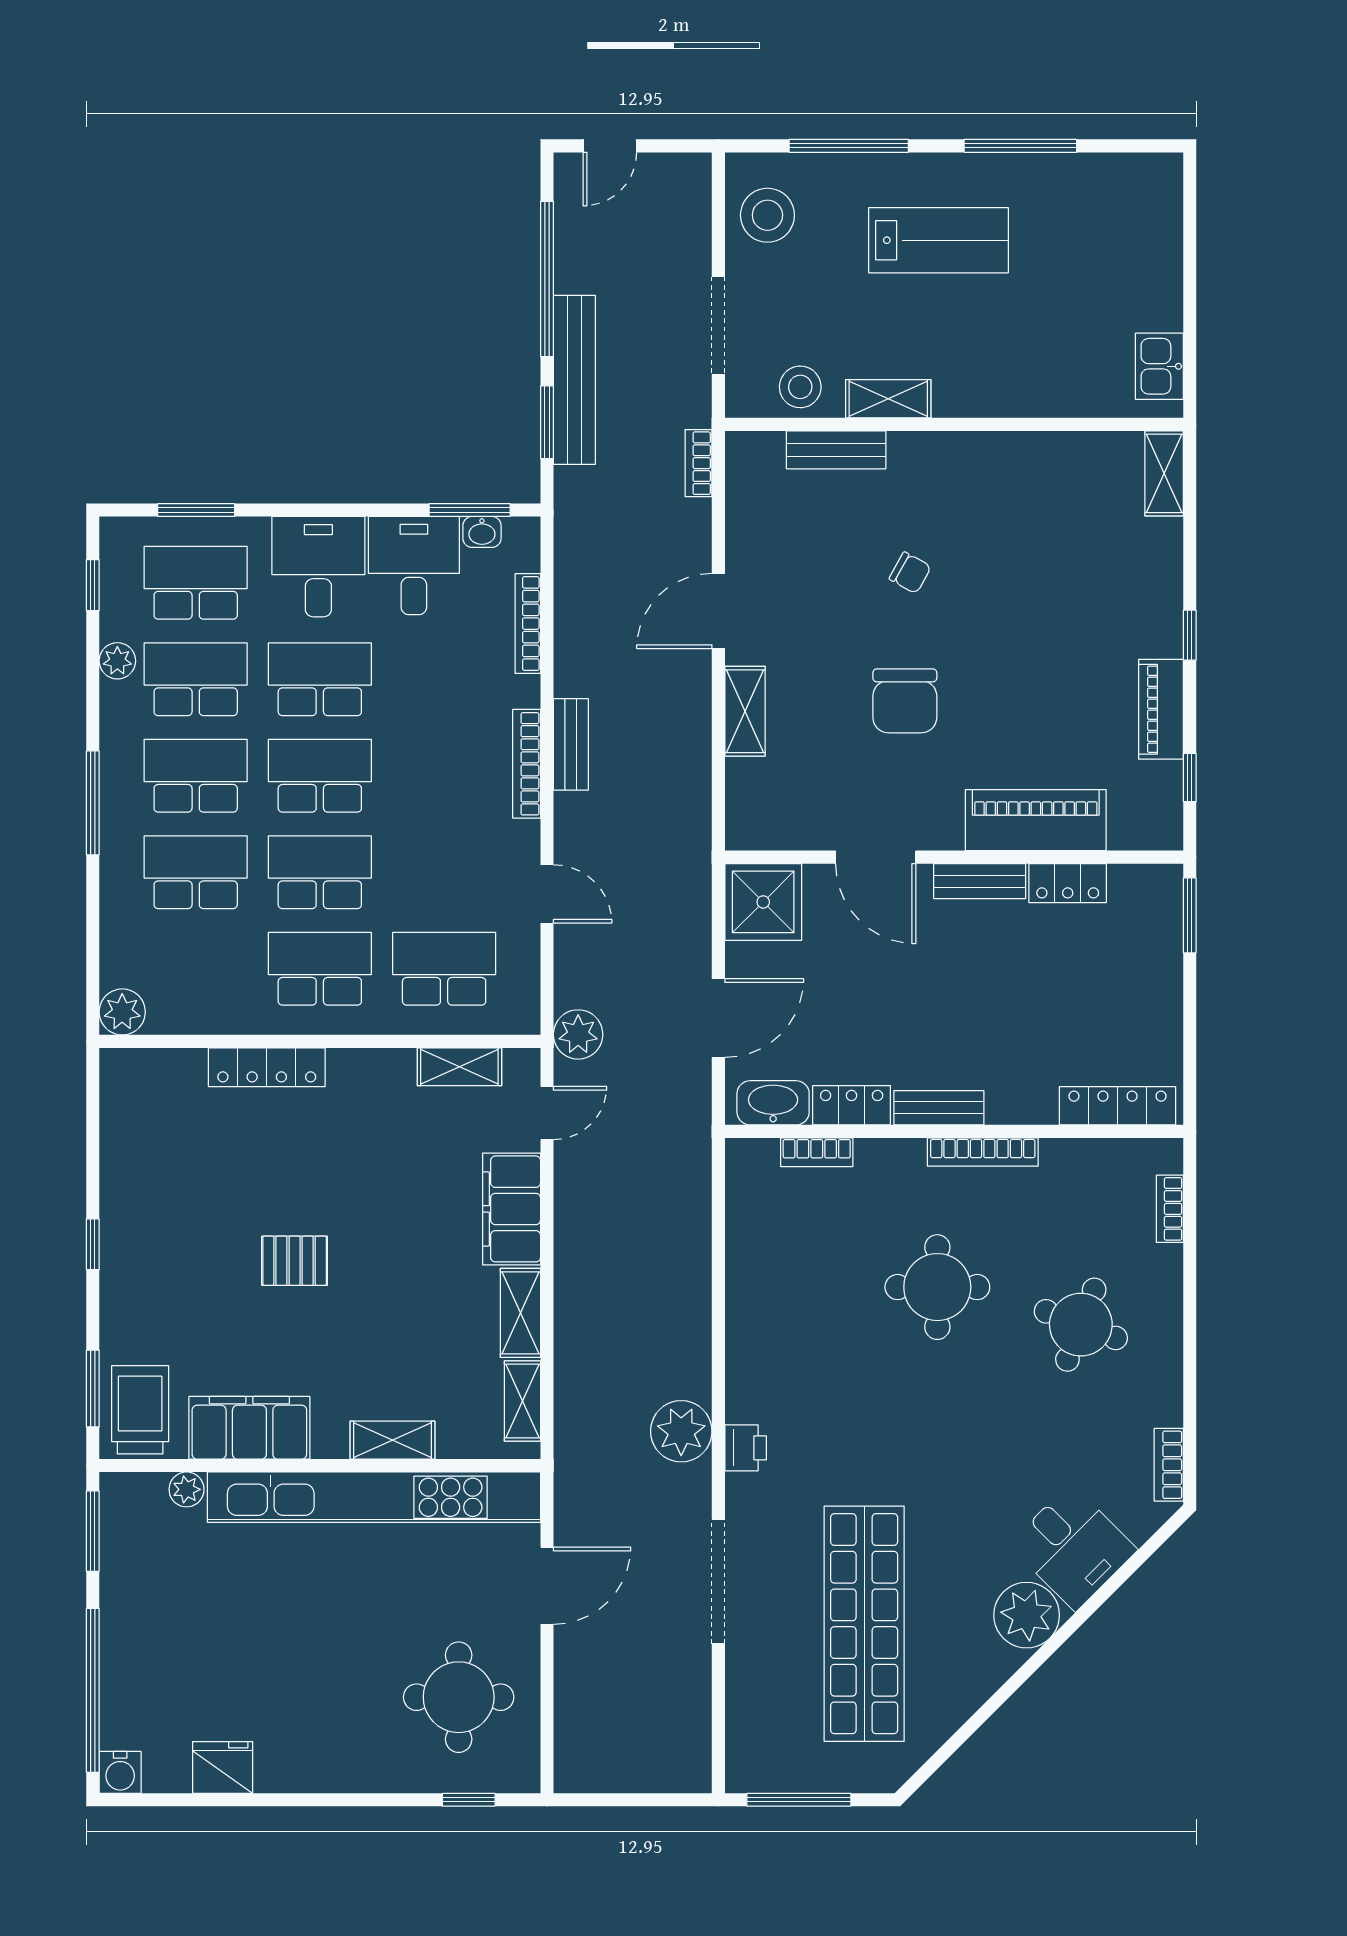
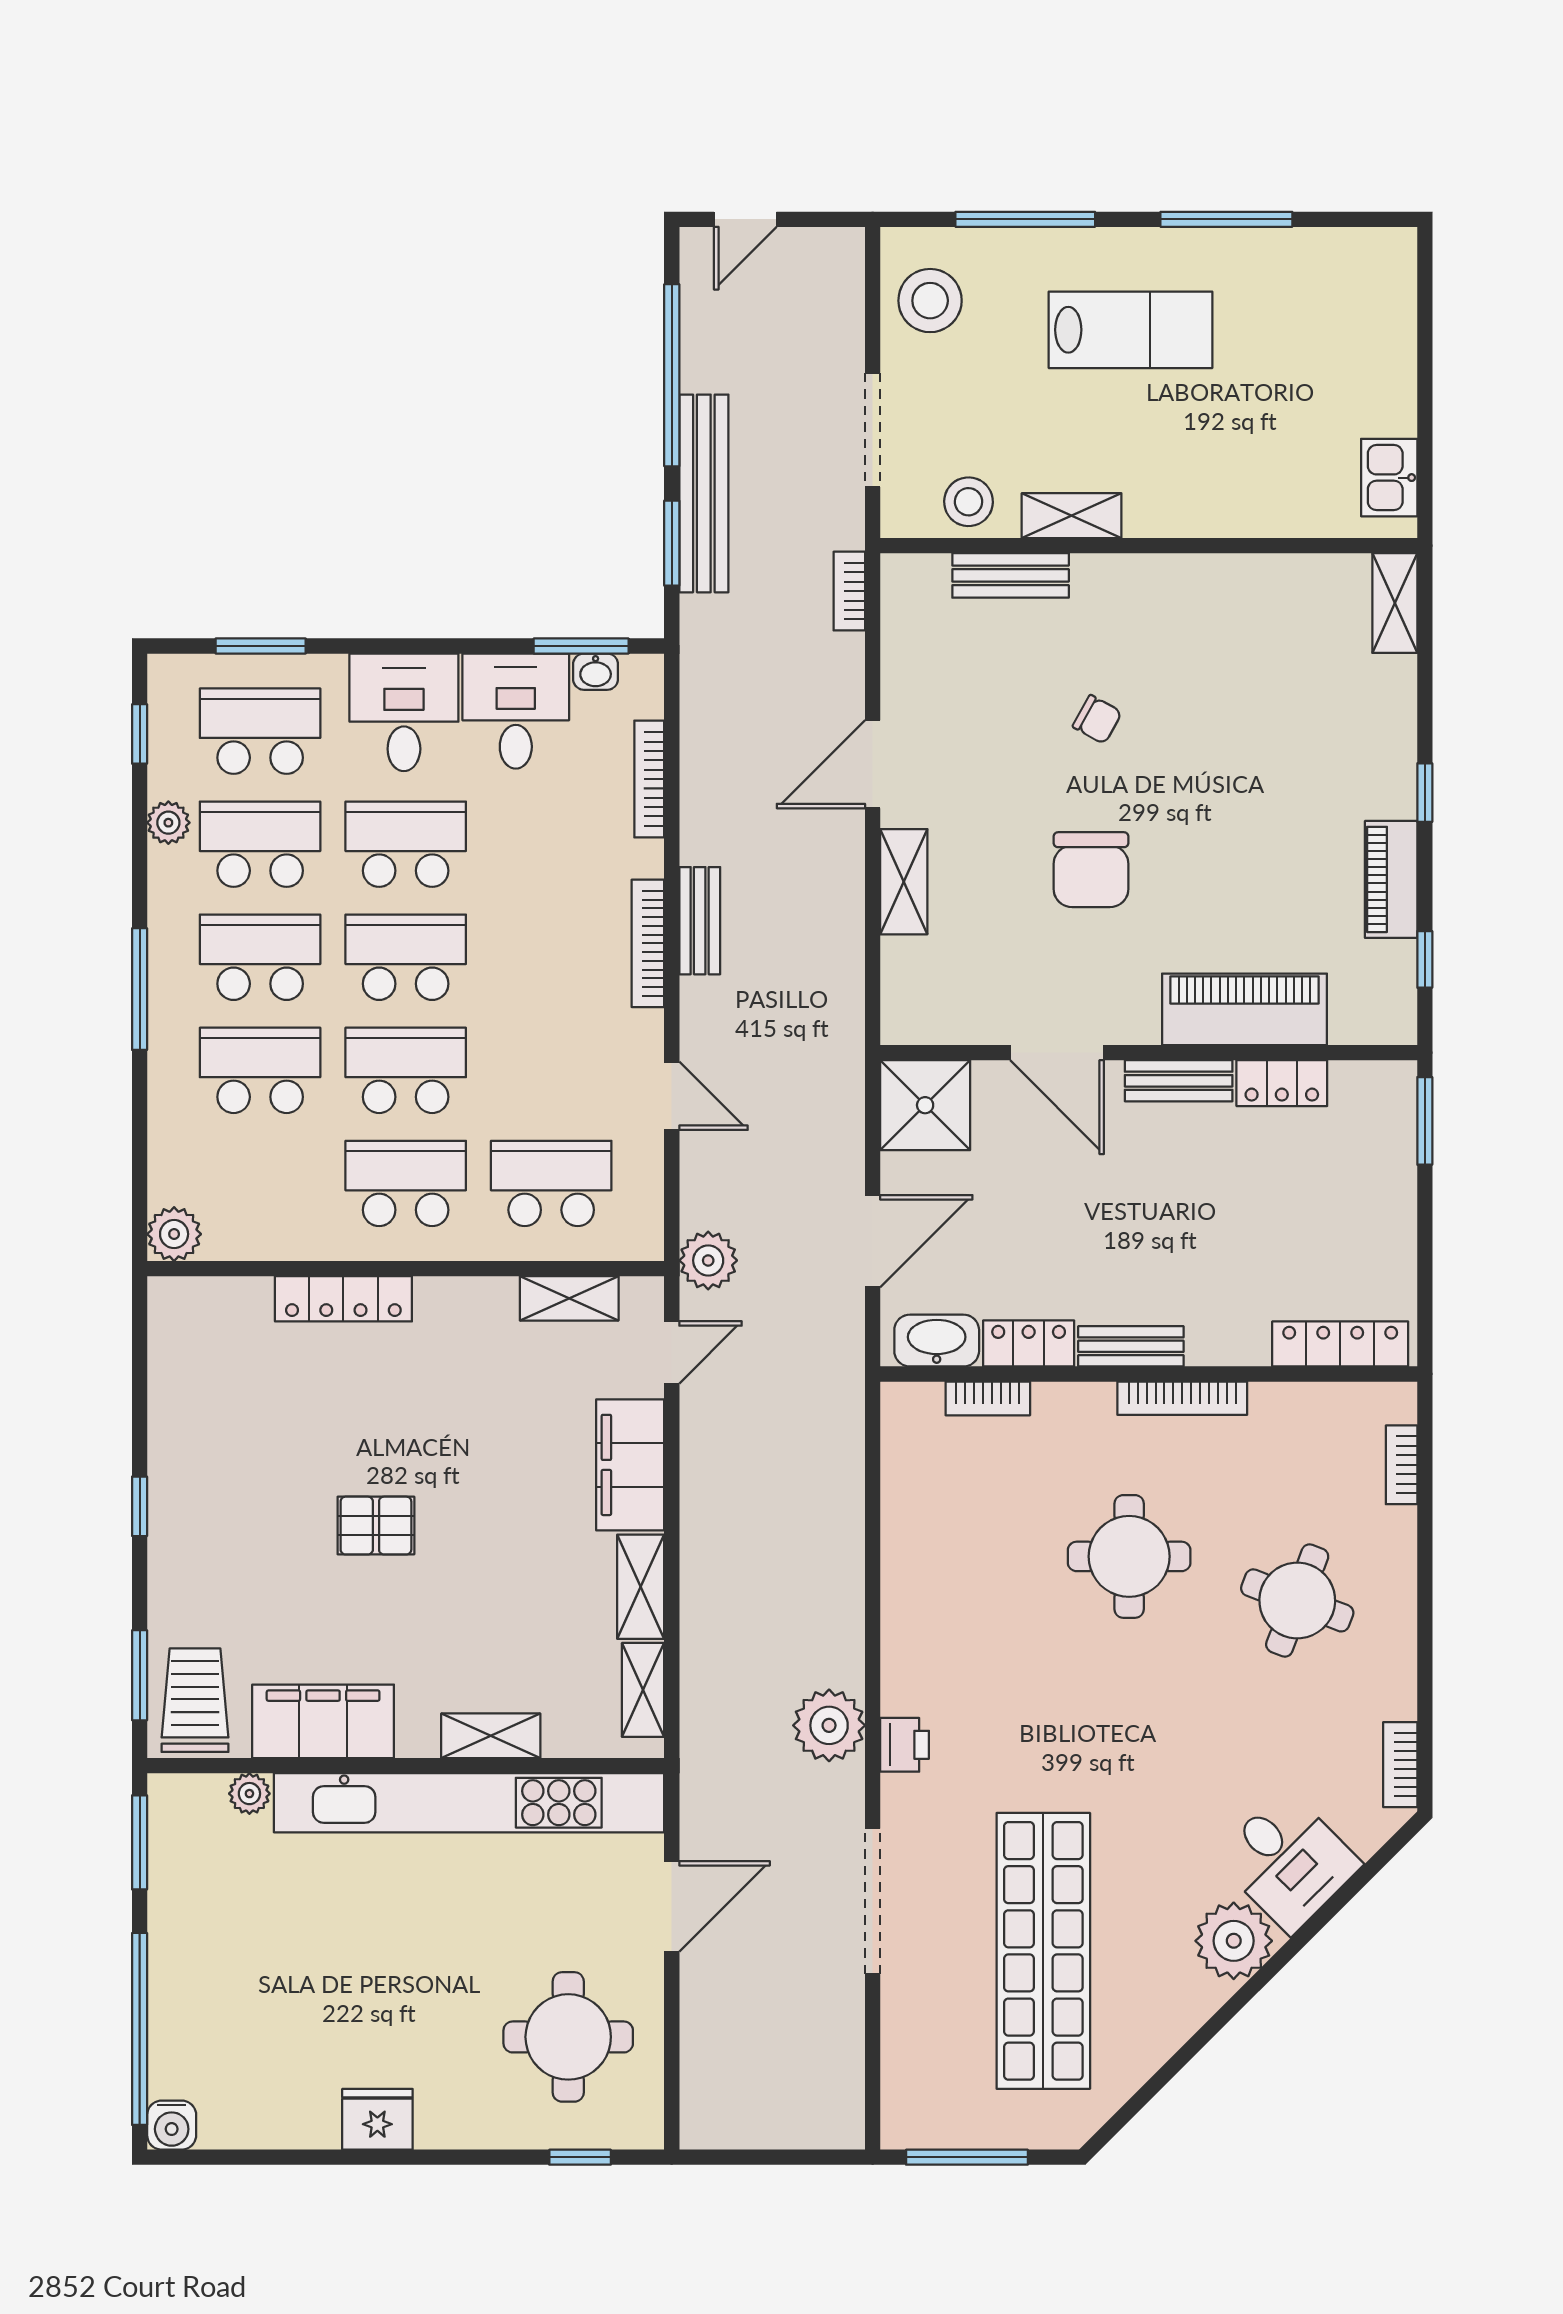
fridge: (223, 1767) -> (377, 2119), moved

